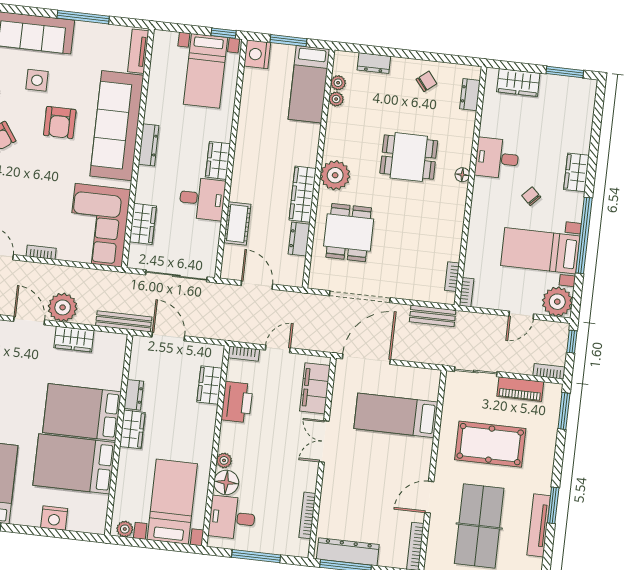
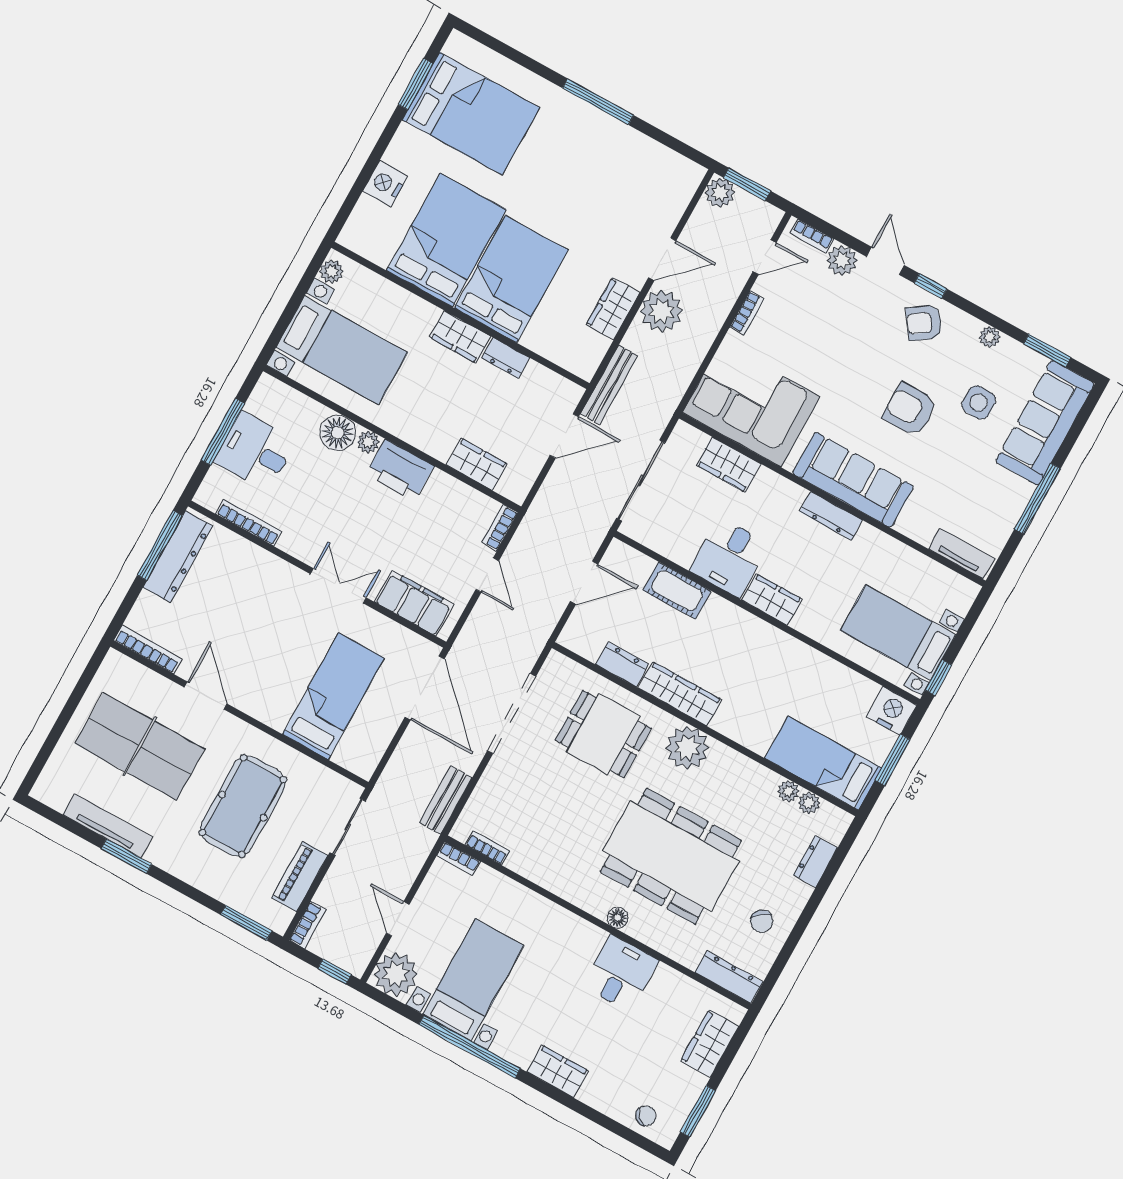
dresser: (470, 95) -> (729, 977), width x1.44
sofa: (117, 126) -> (853, 480), width x0.74, depth x0.79
dining table: (409, 157) -> (671, 856), width x1.88, depth x1.24
chair: (531, 196) -> (646, 1116), moved
printer: (237, 402) -> (400, 470), moved
desk: (232, 518) -> (255, 451), moved, turned -90

